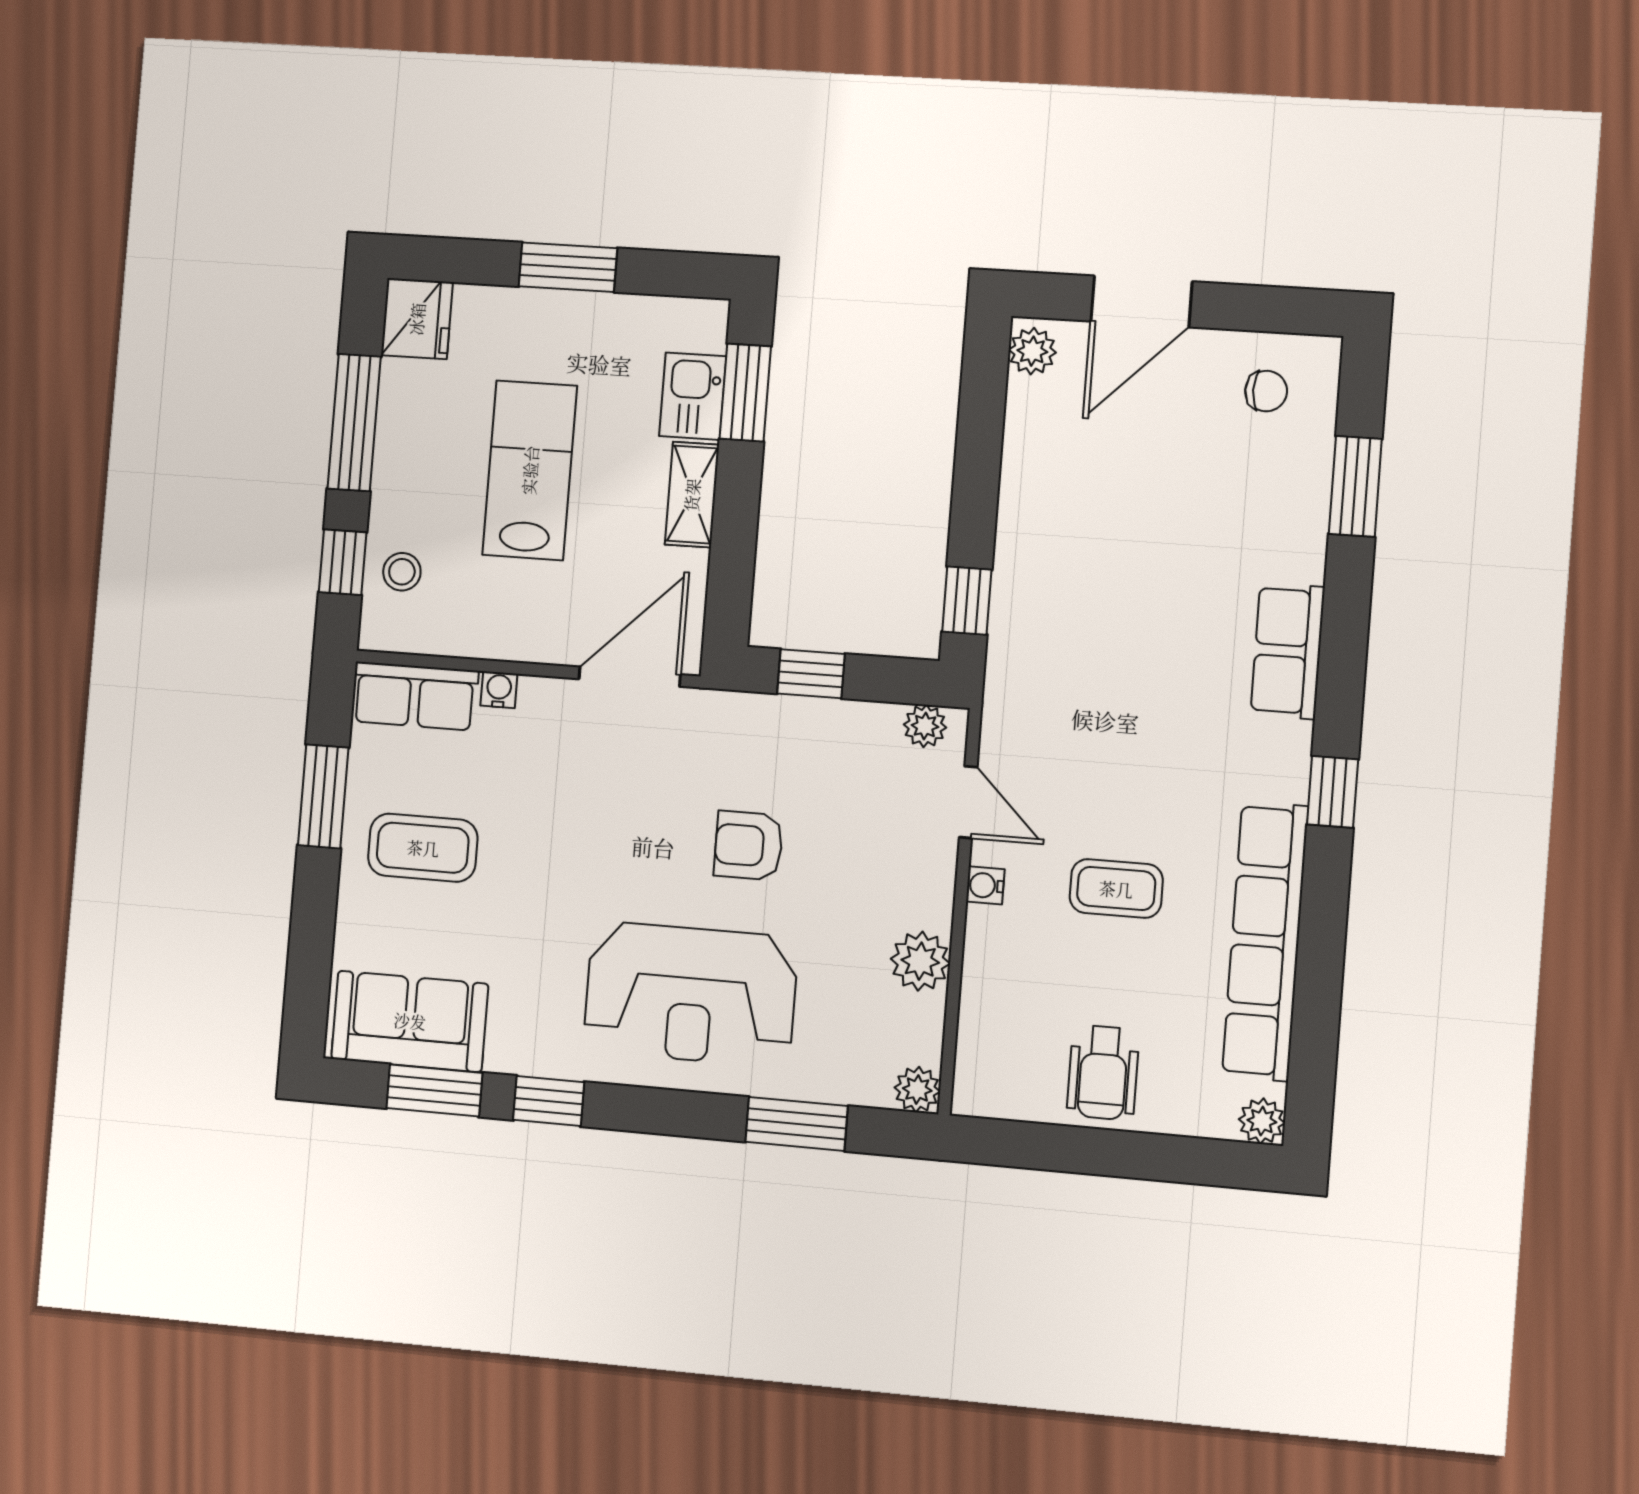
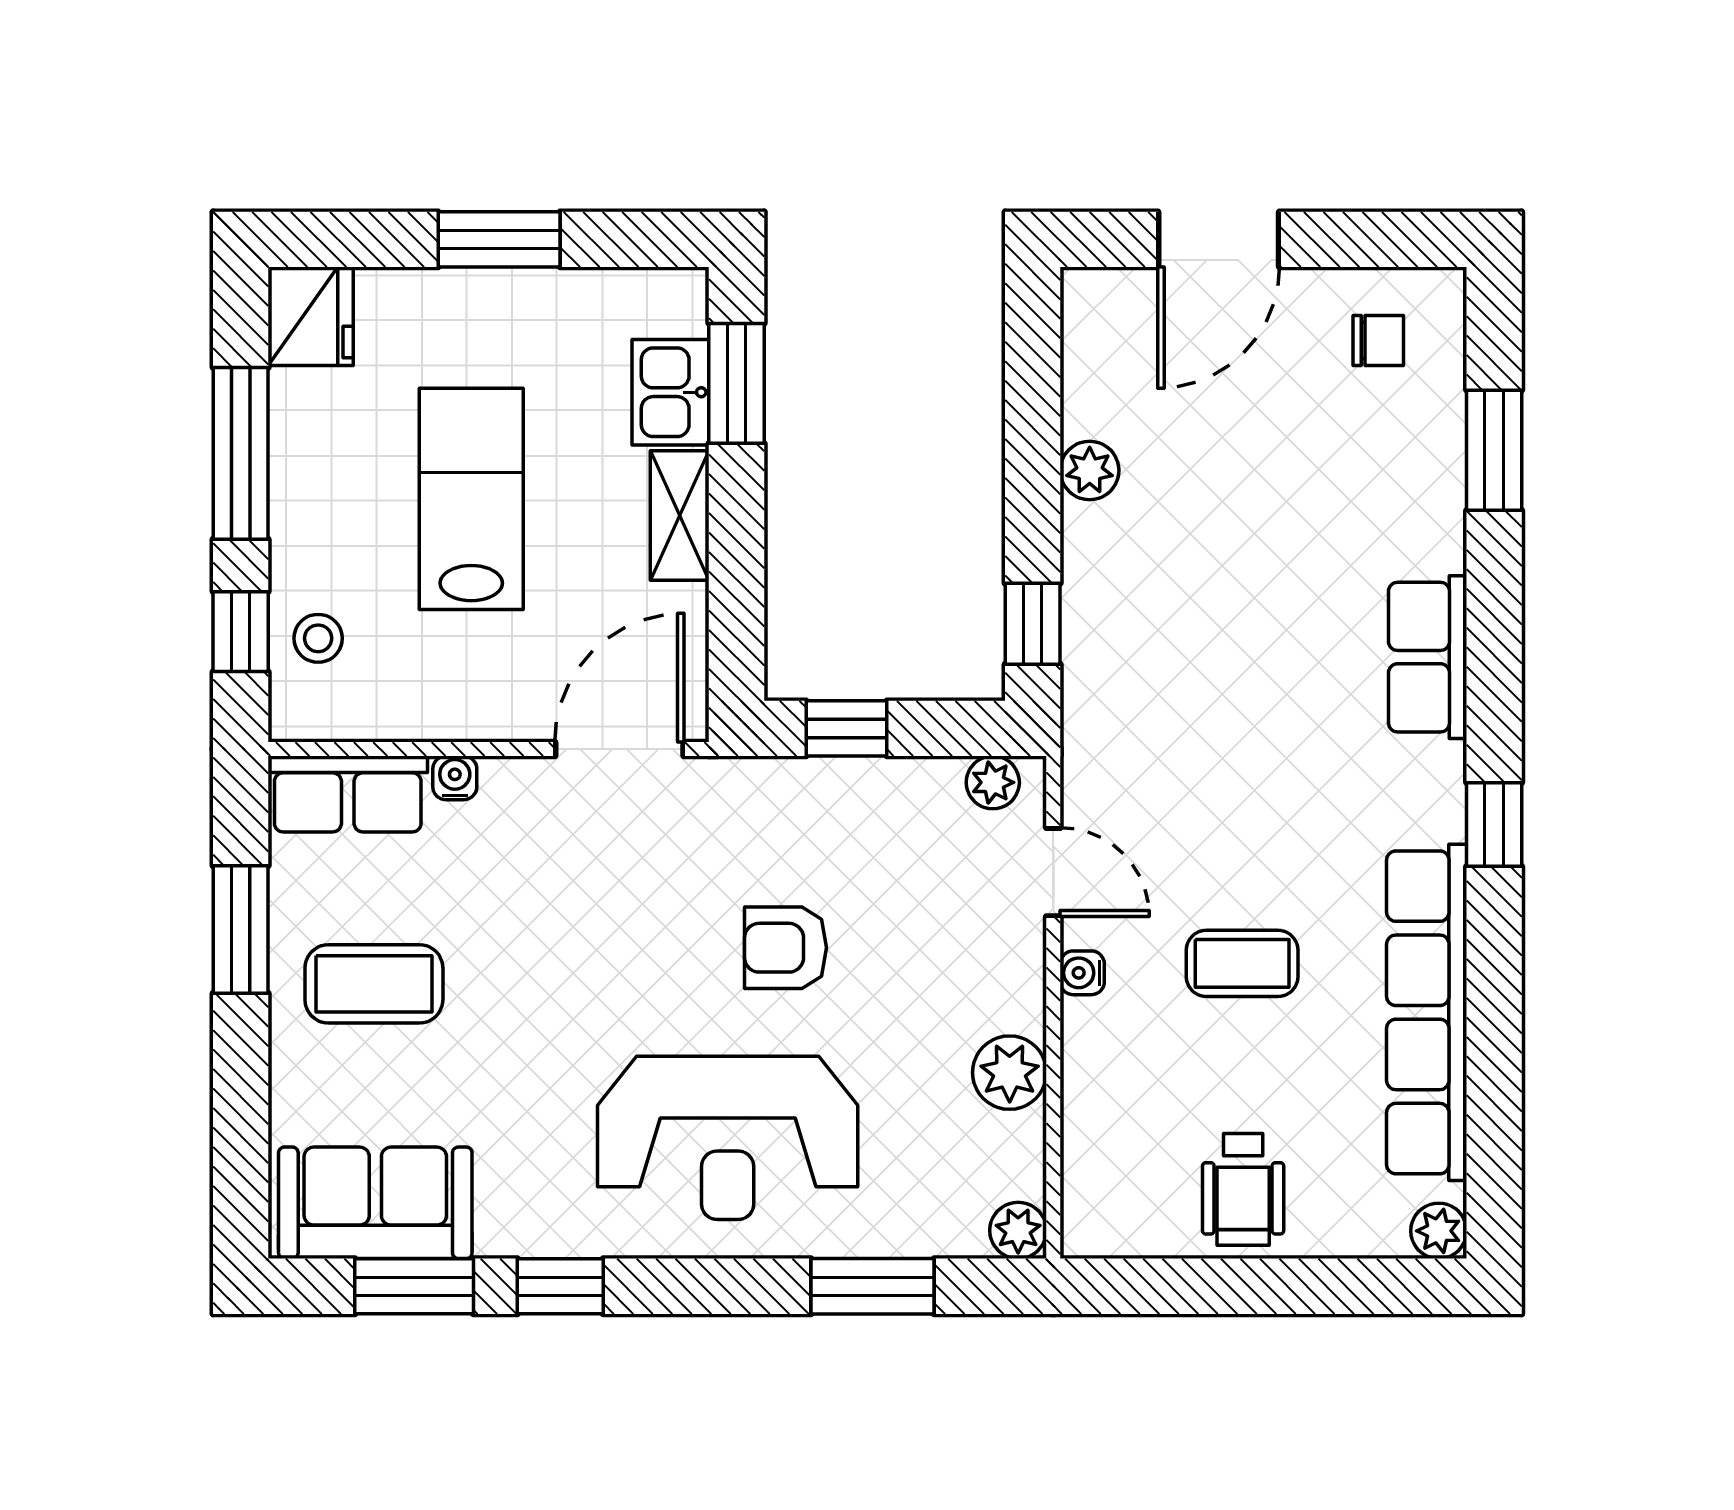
plant: (1032, 351) -> (1090, 470), moved

